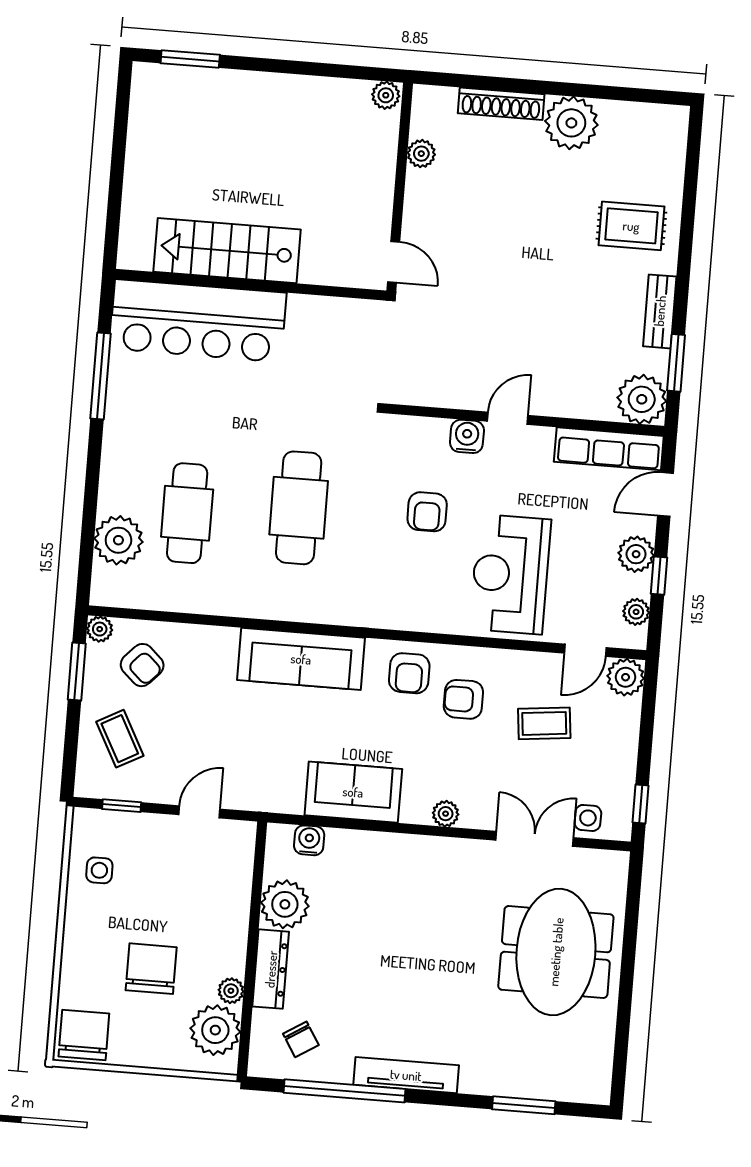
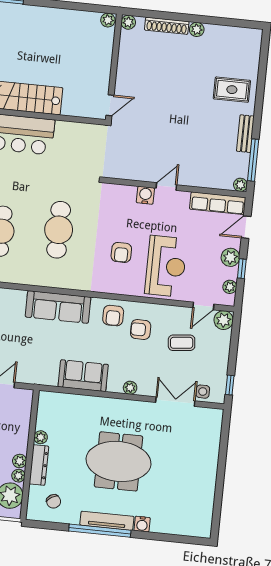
plant: (571, 123) -> (197, 29), width x0.53, depth x0.53
plant: (421, 154) -> (128, 22), moved
door: (394, 262) -> (110, 105), hinge flipped
window: (676, 363) -> (253, 160), width x1.44
plant: (642, 399) -> (240, 185), width x0.53, depth x0.53
armchair: (427, 512) -> (121, 252), moved
reception desk: (510, 574) -> (166, 266), turned 180
water cooler: (309, 840) -> (142, 524), moved, turned 180
plant: (285, 904) -> (41, 437), width x0.53, depth x0.53
meeting table: (556, 952) -> (118, 461), moved, turned 90
plant: (233, 962) -> (20, 461), added
window: (344, 1091) -> (100, 531), moved
window: (524, 1105) -> (167, 538), removed

